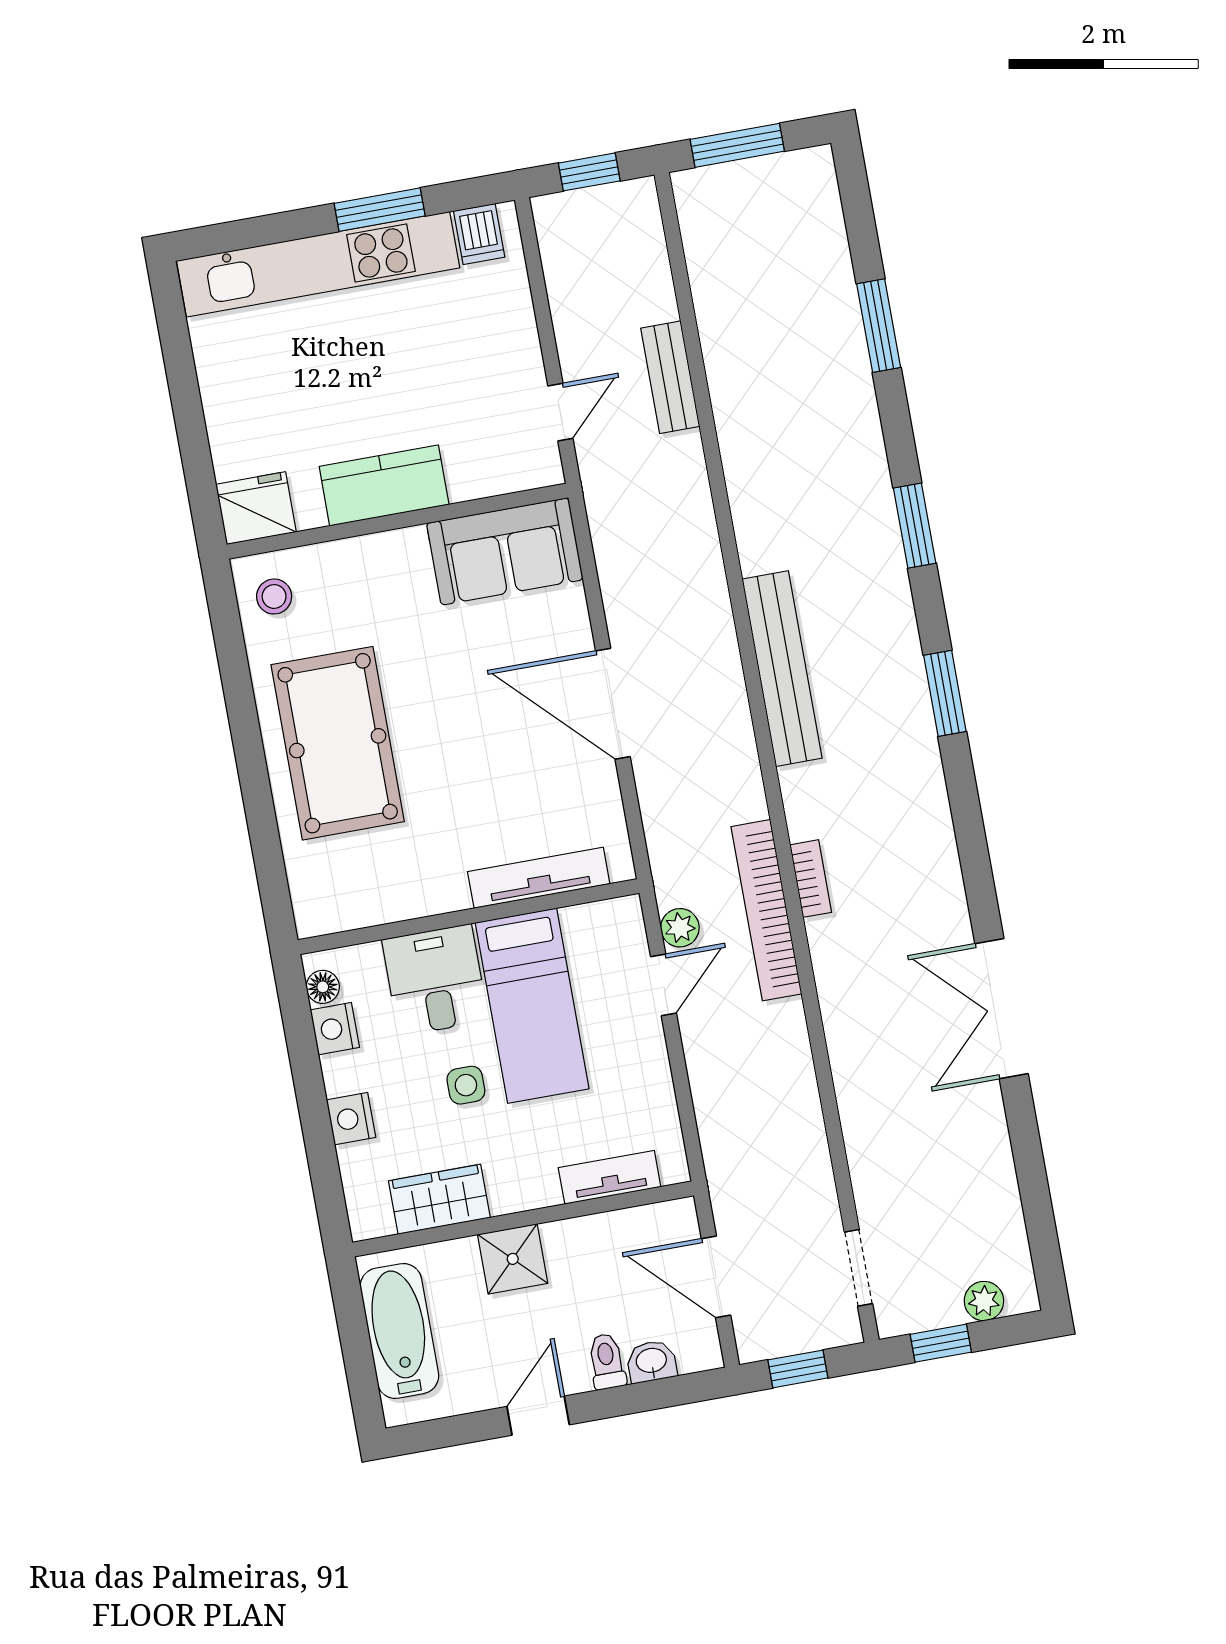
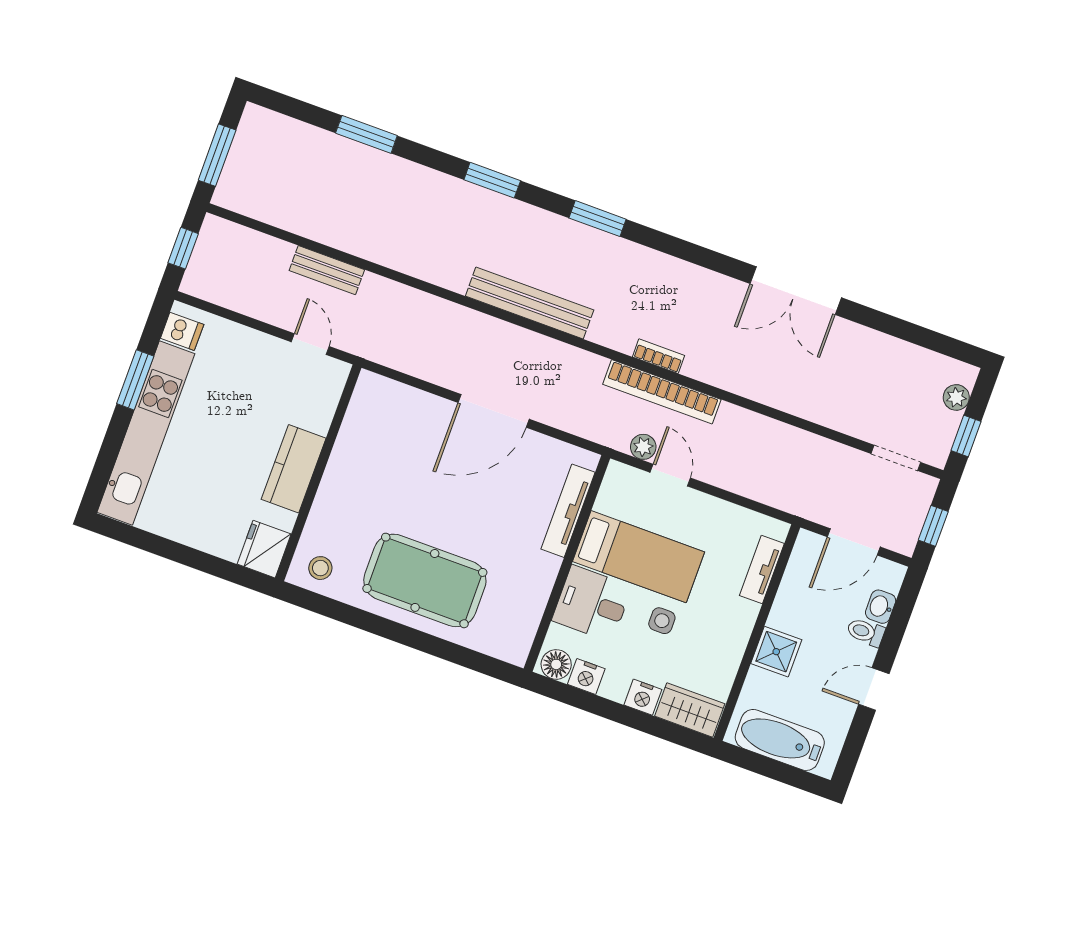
sofa: (505, 551) -> (371, 422), removed
floor lamp: (323, 987) -> (556, 664), width x1.37, depth x1.37
wardrobe: (439, 1199) -> (690, 710), moved, turned 90
door: (538, 1416) -> (874, 689), hinge flipped

